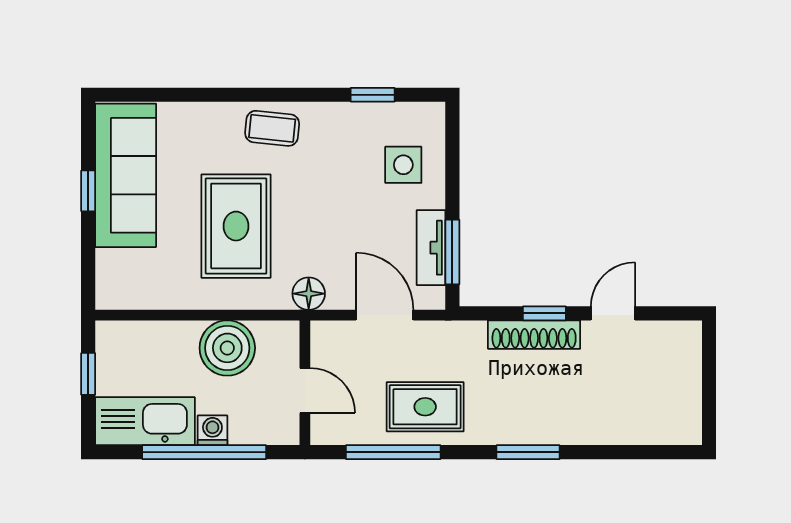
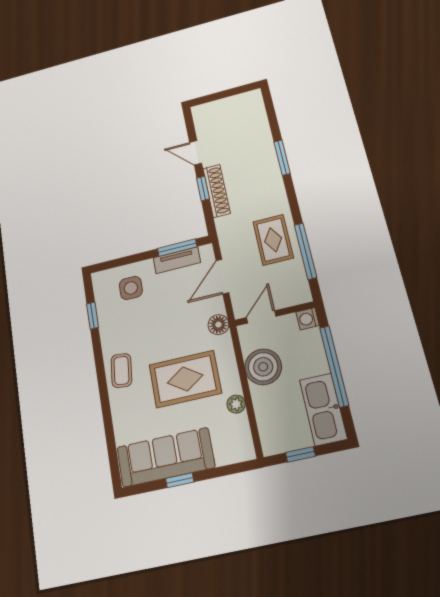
plant: (181, 296) -> (236, 404), added
door: (305, 390) -> (261, 317), moved
washing machine: (212, 430) -> (308, 319), moved
window: (528, 452) -> (282, 158), moved

